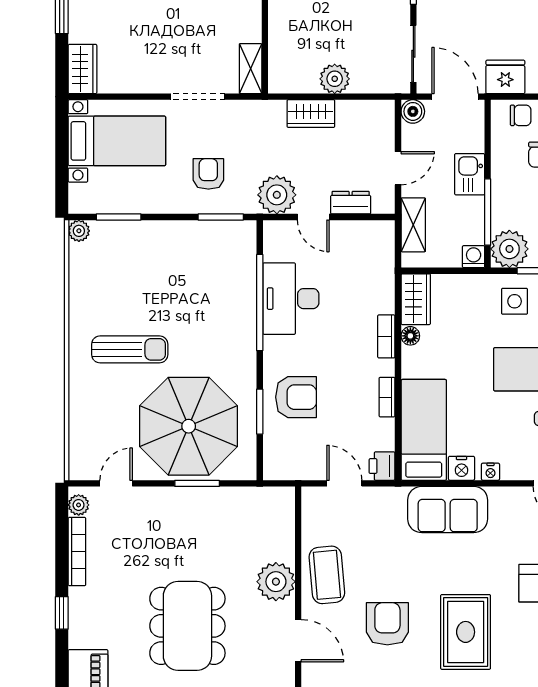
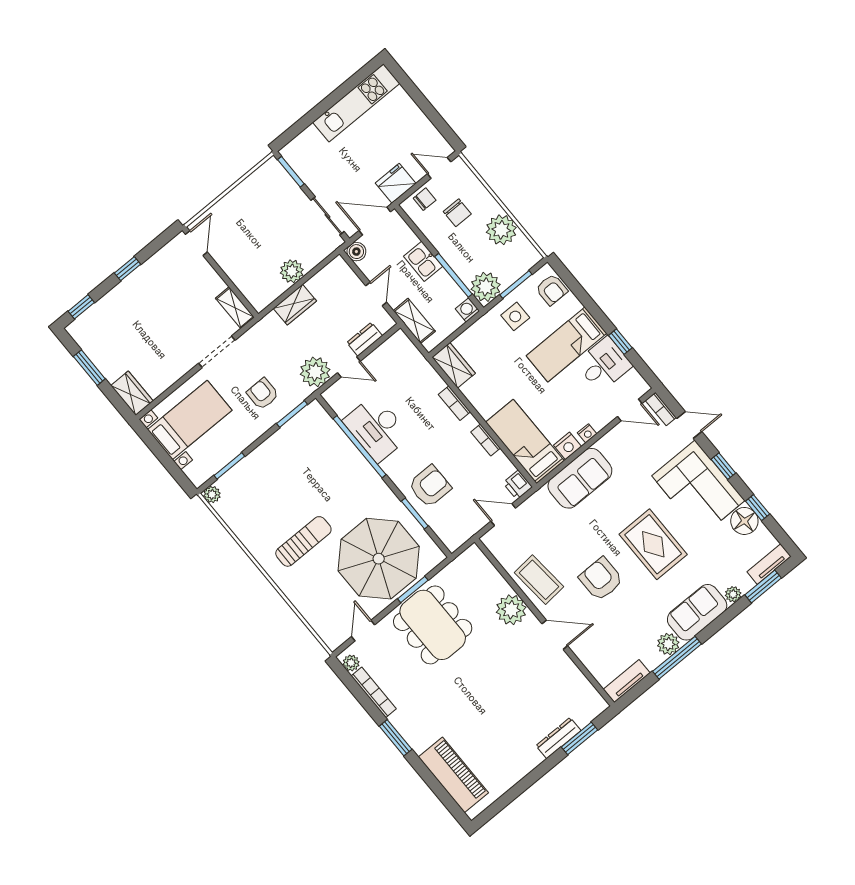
floor lamp: (410, 336) -> (469, 391), removed
window: (62, 613) -> (396, 738), width x1.50
dining table: (187, 626) -> (433, 625), moved

